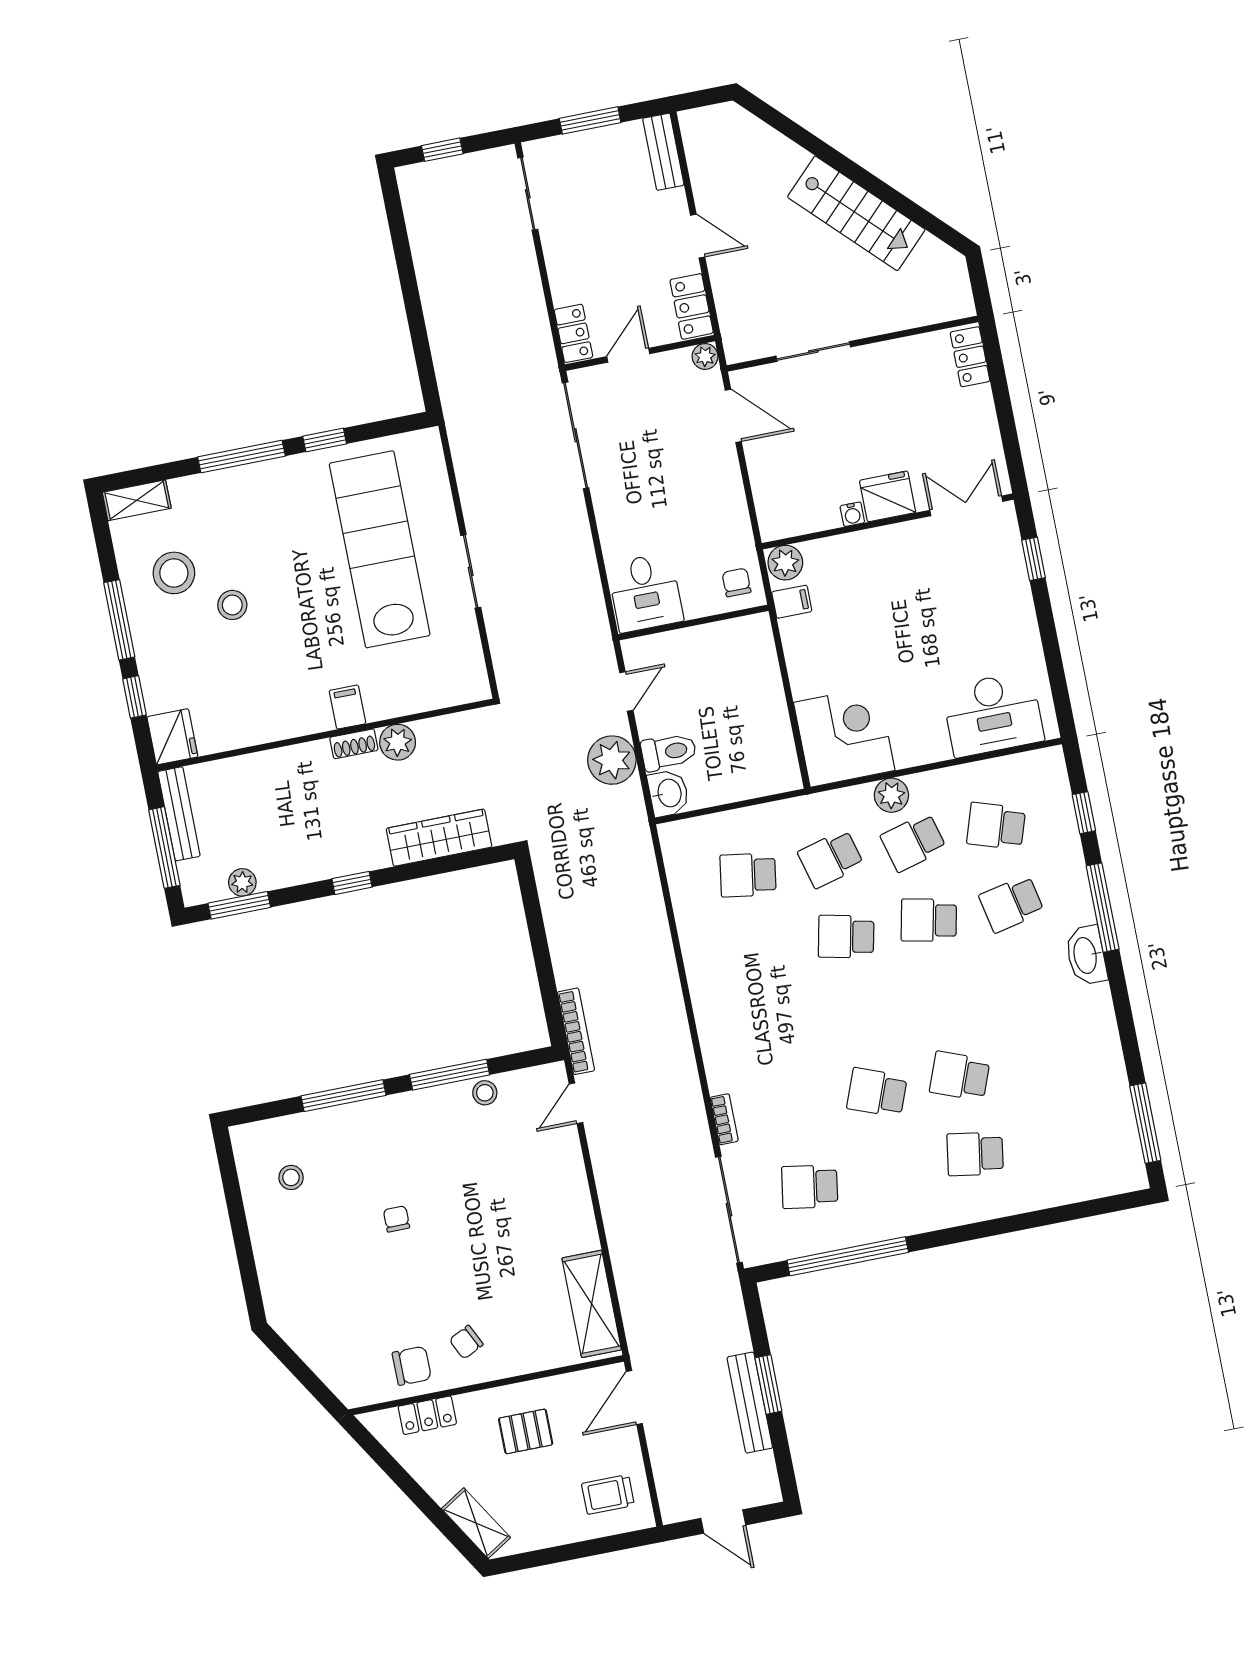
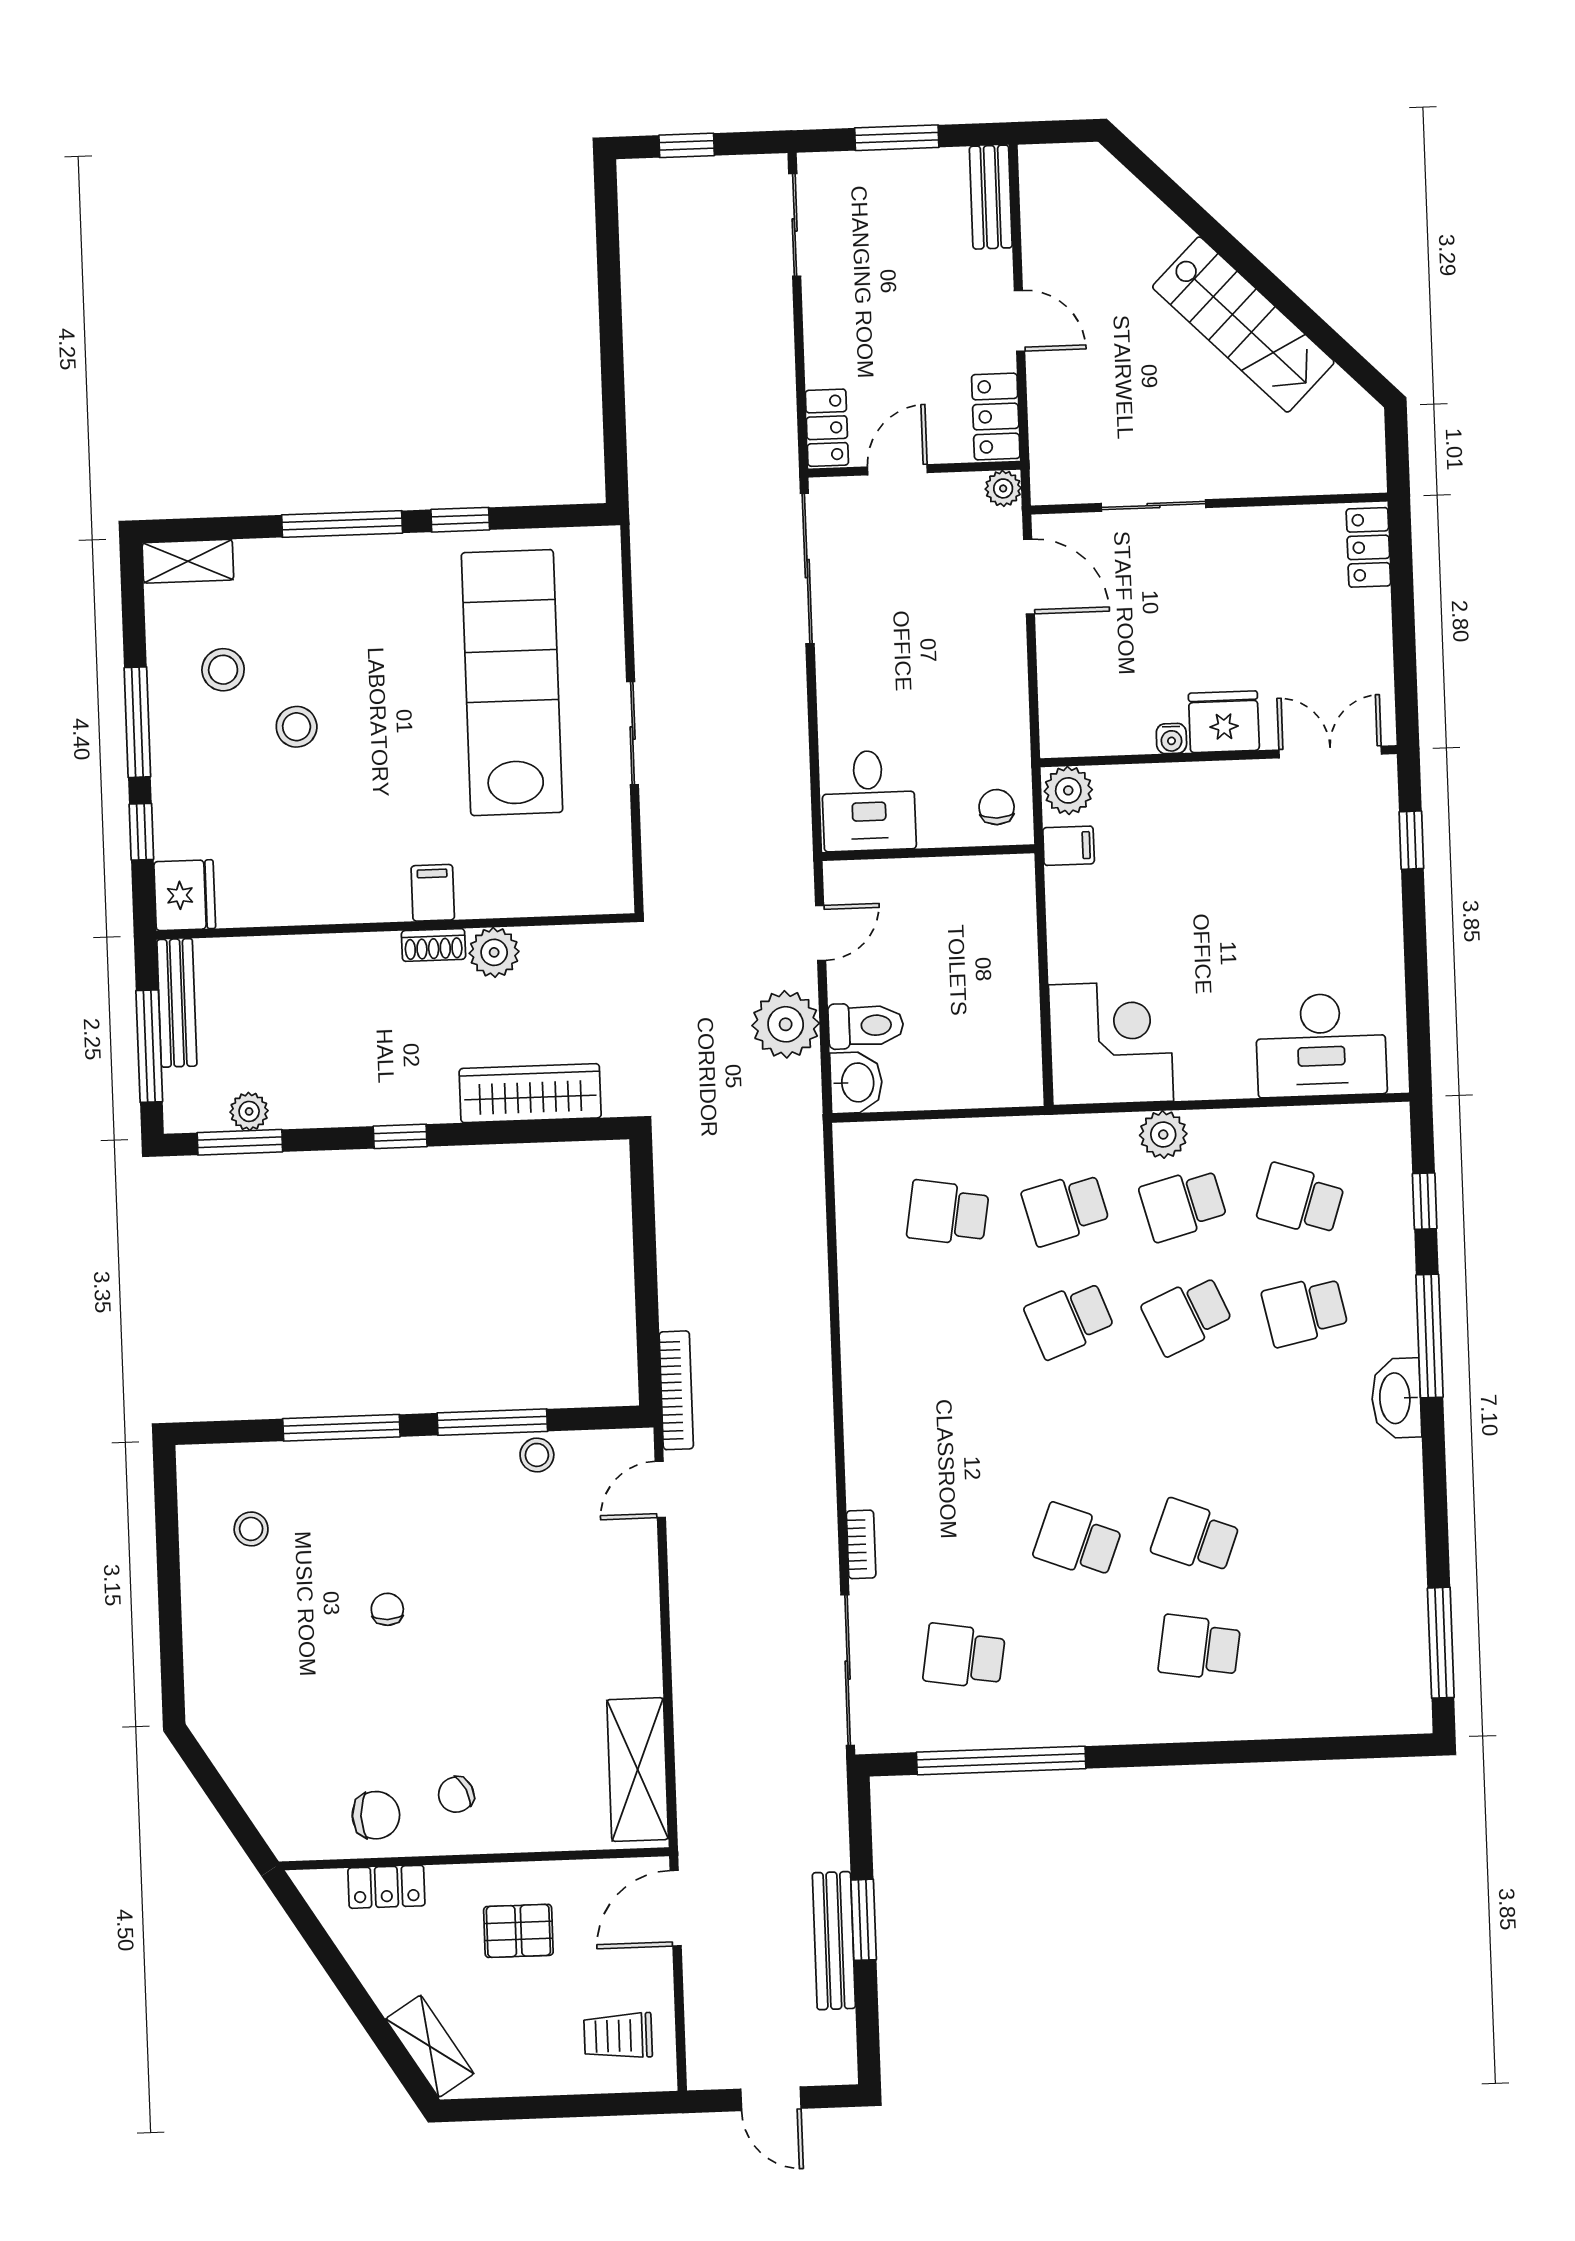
stool: (174, 573) -> (223, 670), width x0.73, depth x0.73
school desk: (929, 920) -> (1187, 1315), turned -36
school desk: (846, 937) -> (1070, 1319), turned -33

